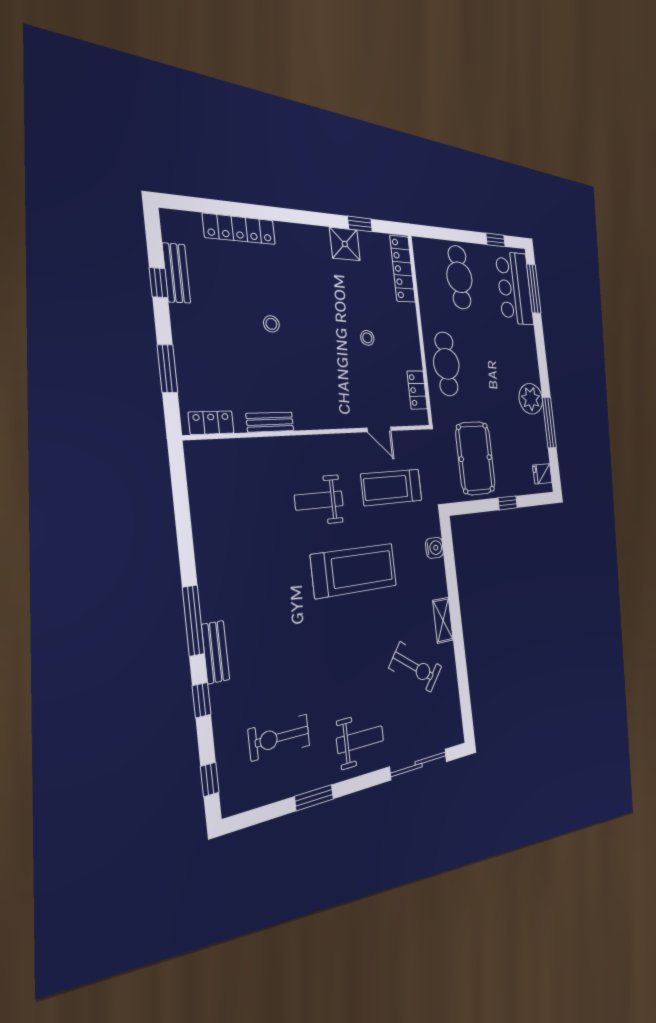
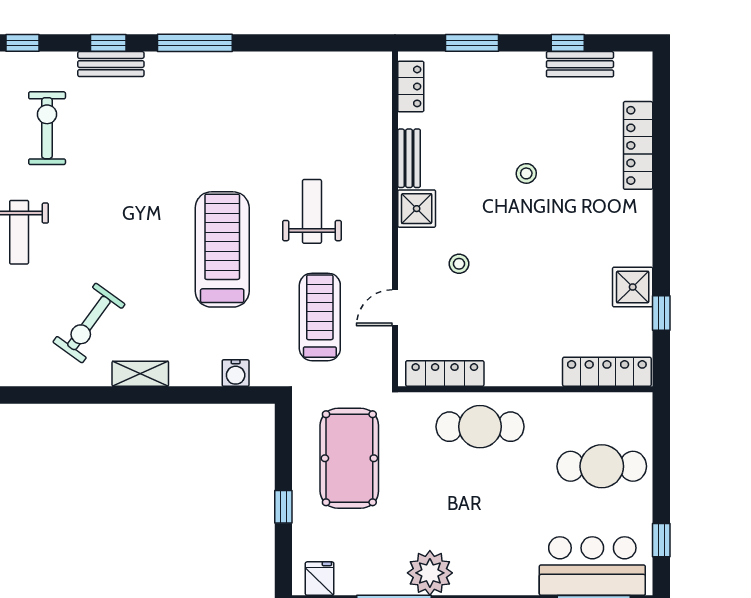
stool: (367, 338) -> (459, 264), moved
locker: (417, 390) -> (445, 373), width x1.53
shower: (308, 415) -> (417, 209), added
pool table: (475, 458) -> (349, 458), turned 90
treadmill: (354, 570) -> (222, 249), turned 180
bench: (216, 652) -> (111, 64), moved

